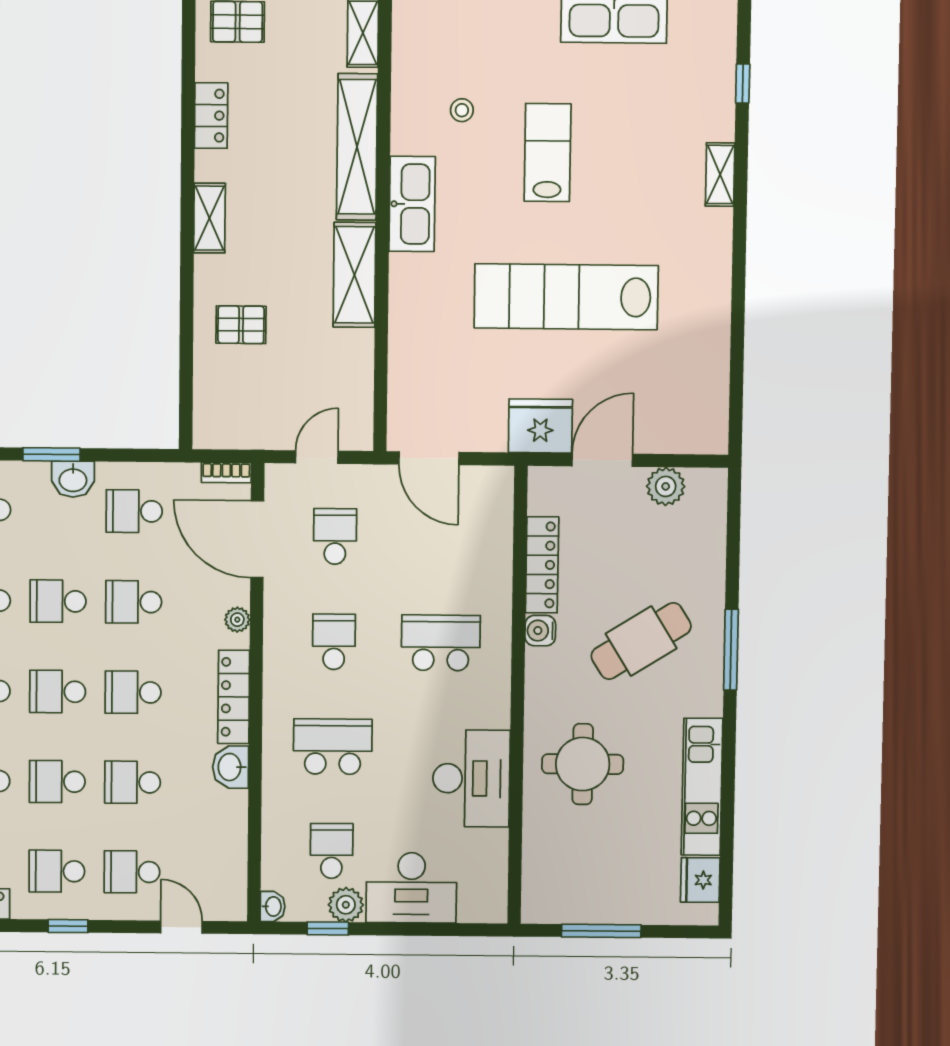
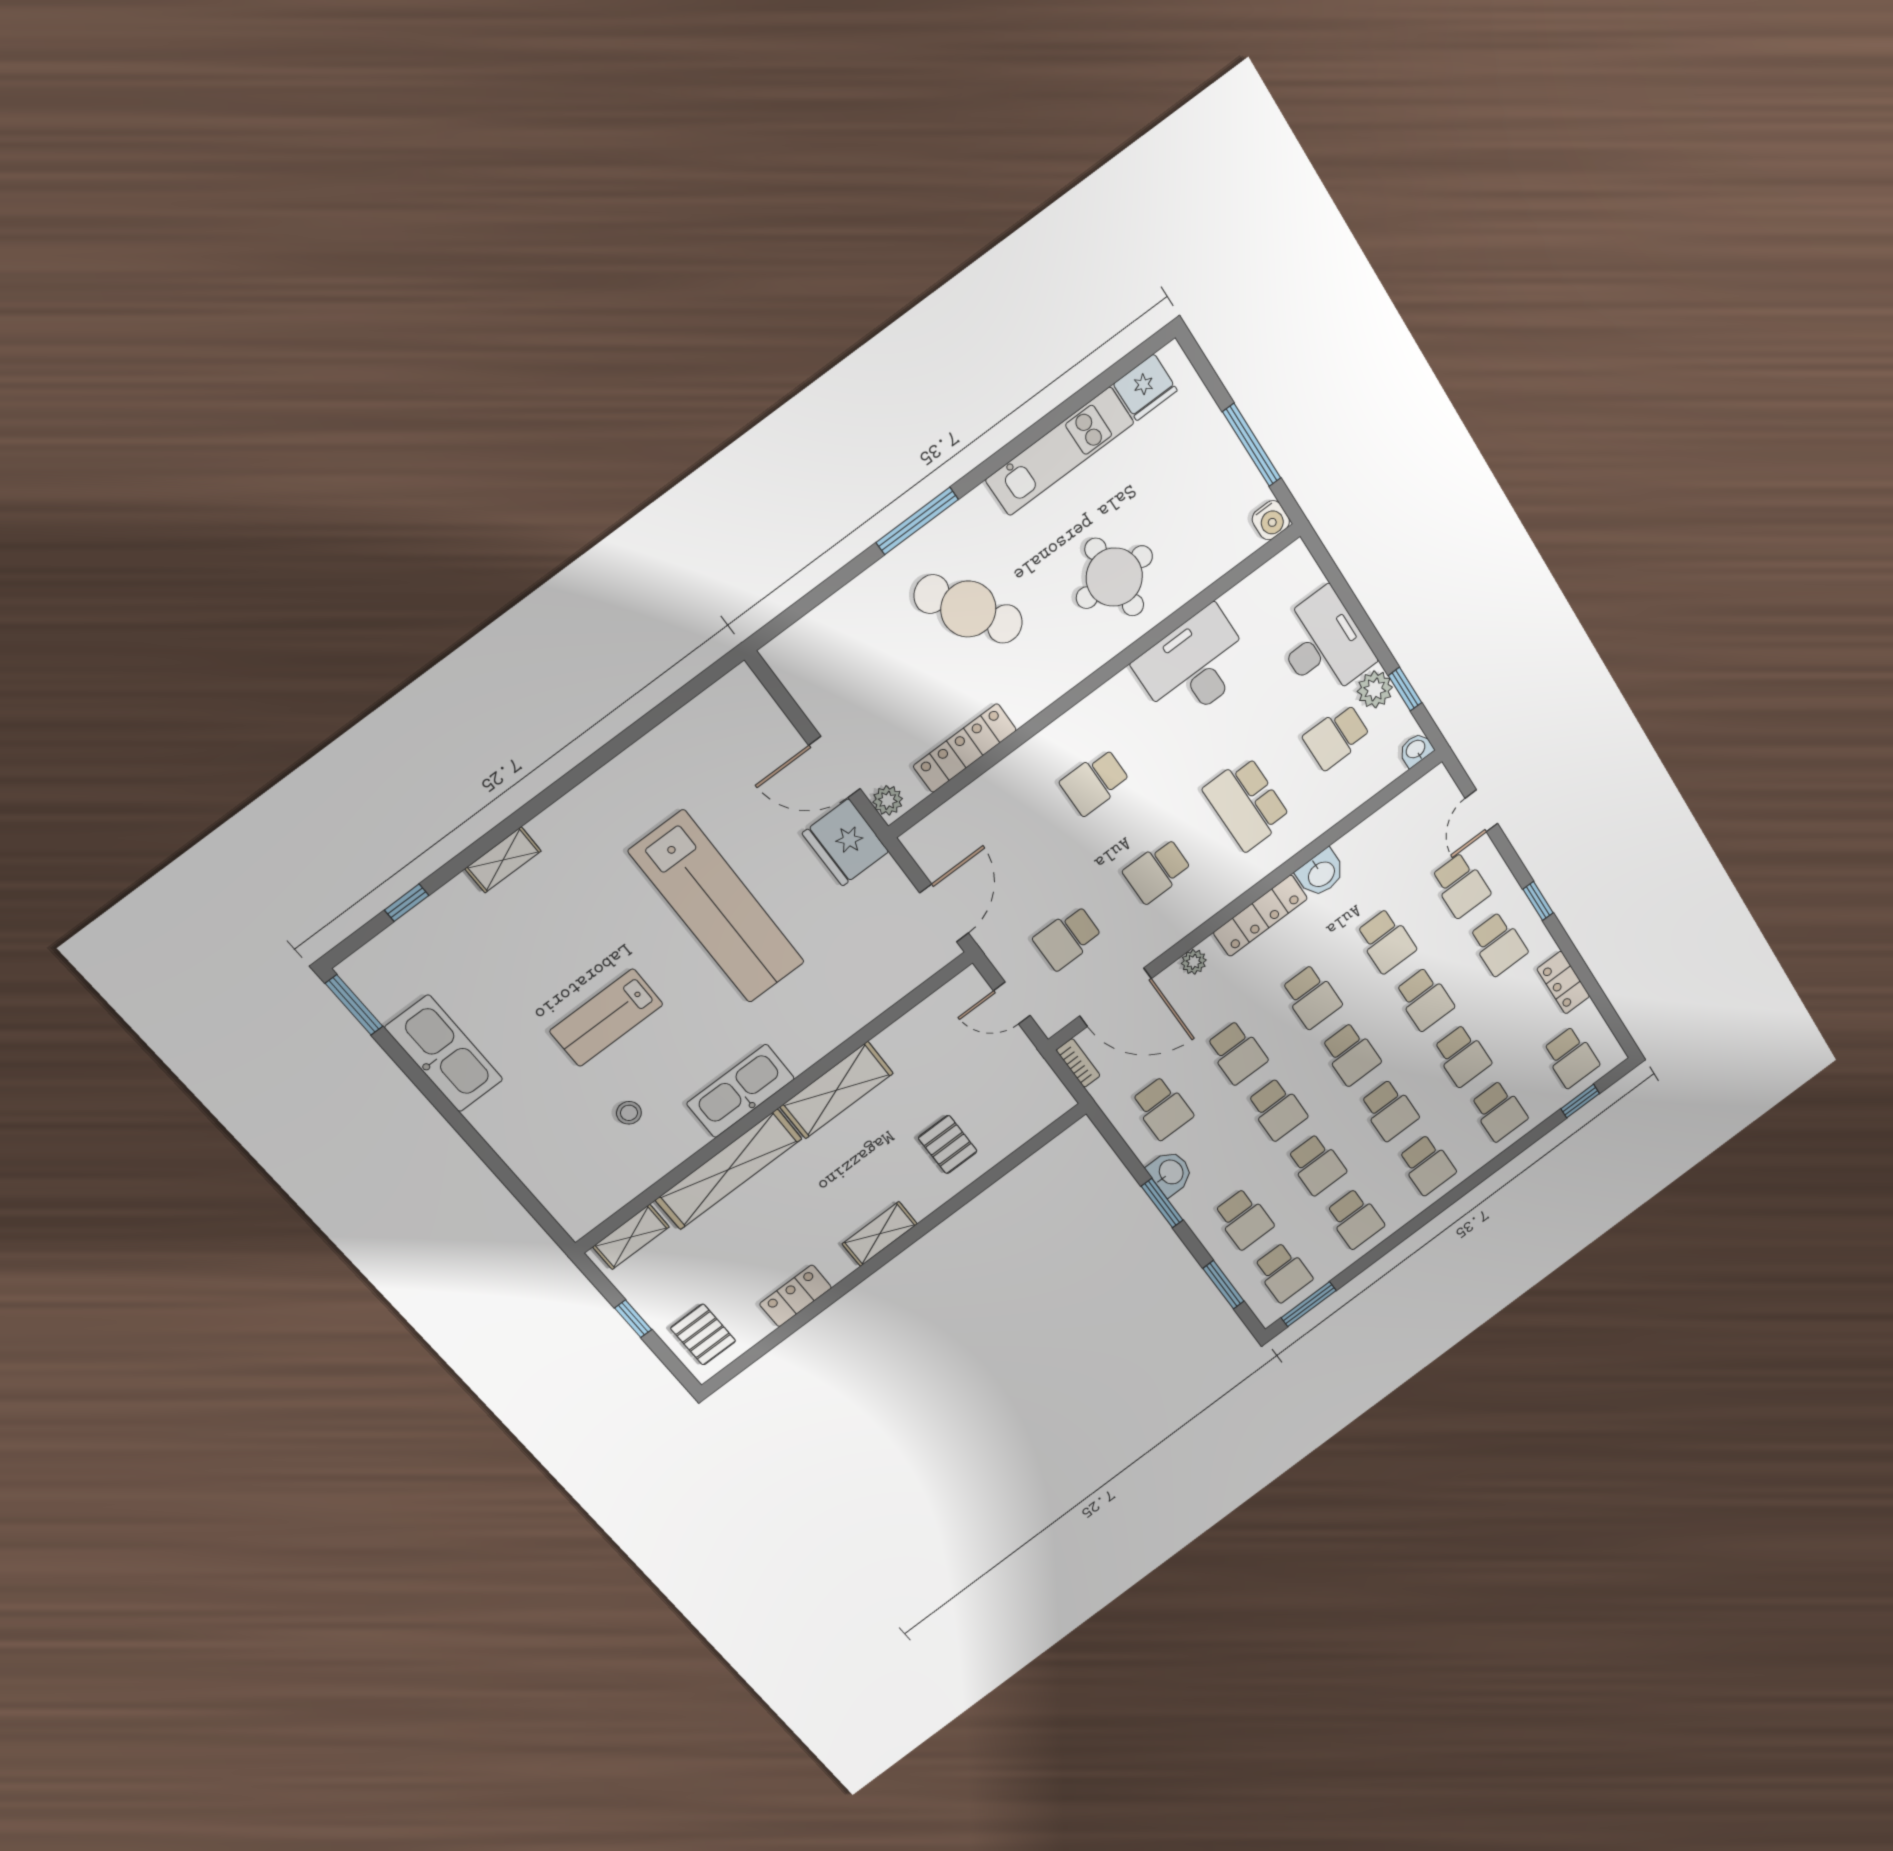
plant: (666, 486) -> (888, 800), moved, width x0.73, depth x0.73
door: (257, 539) -> (1116, 997), hinge flipped
water cooler: (540, 631) -> (1271, 520), moved
school desk: (441, 643) -> (1095, 782), width x0.54

